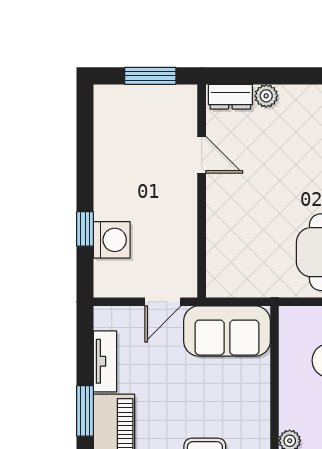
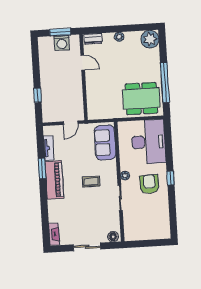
plant: (266, 96) -> (119, 37), moved
washing machine: (112, 240) -> (62, 43), moved, turned 90
sofa: (227, 331) -> (105, 143), moved, turned 90

